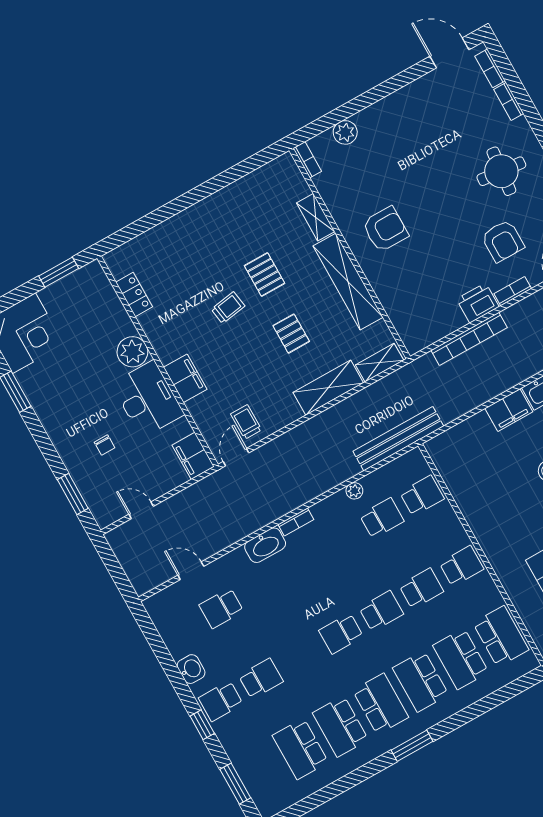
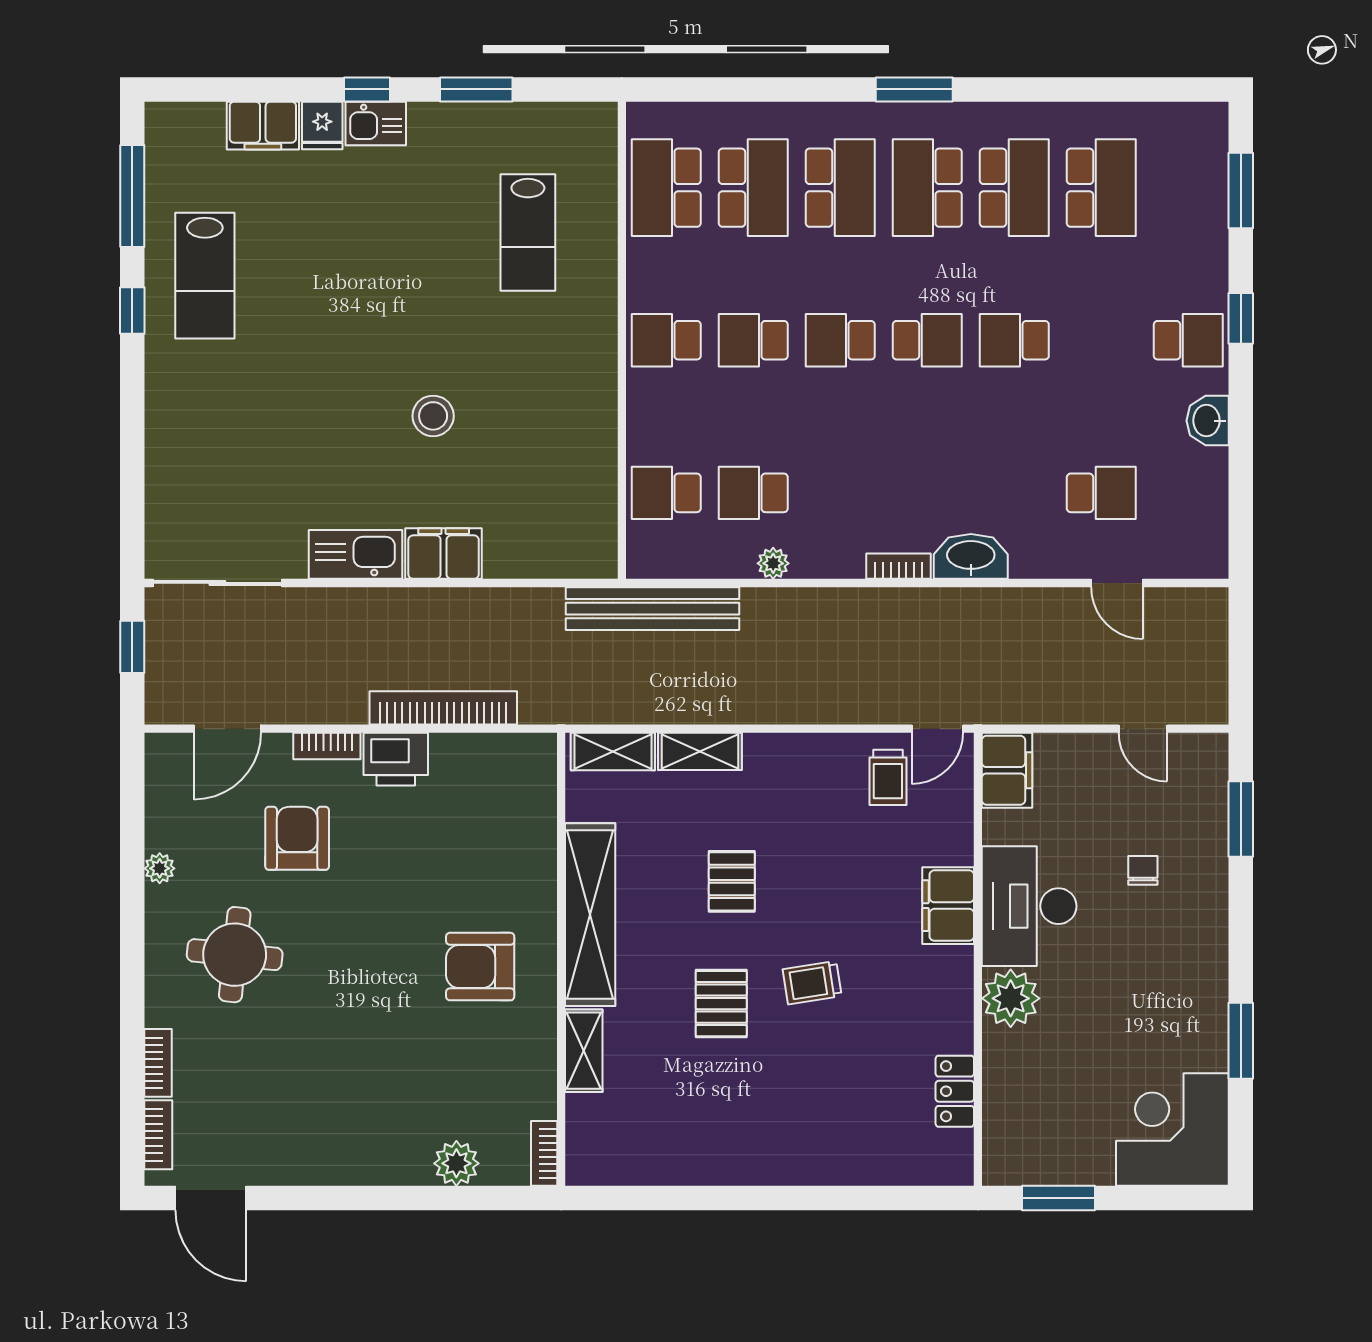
shelving: (328, 388) -> (700, 751), width x0.67, depth x0.75
school desk: (261, 679) -> (1014, 340), moved

